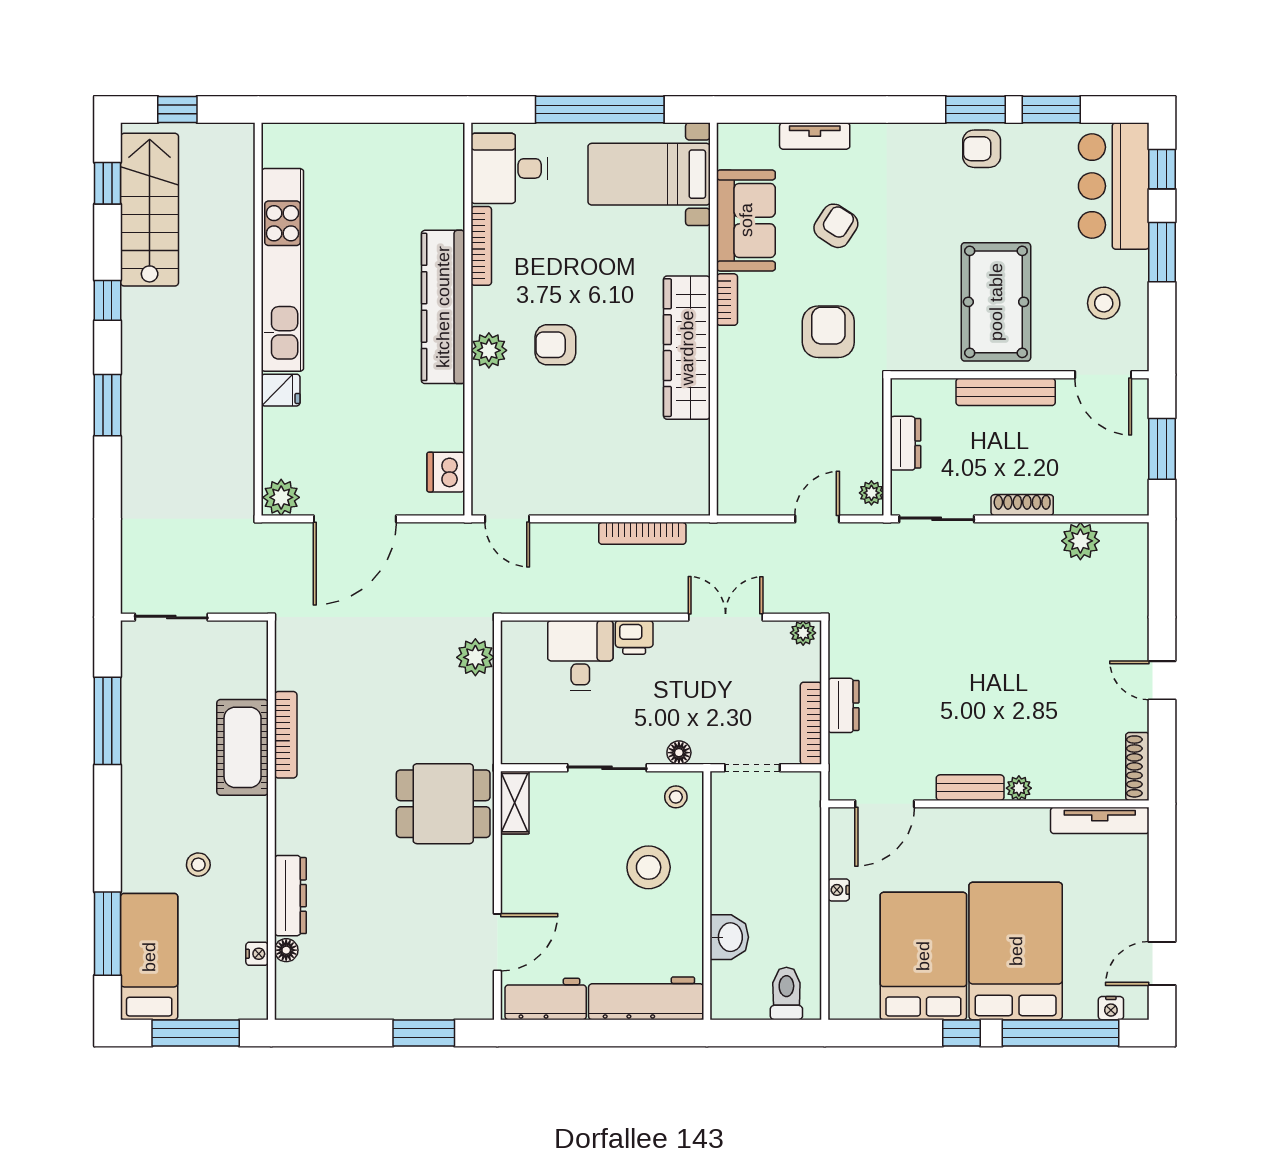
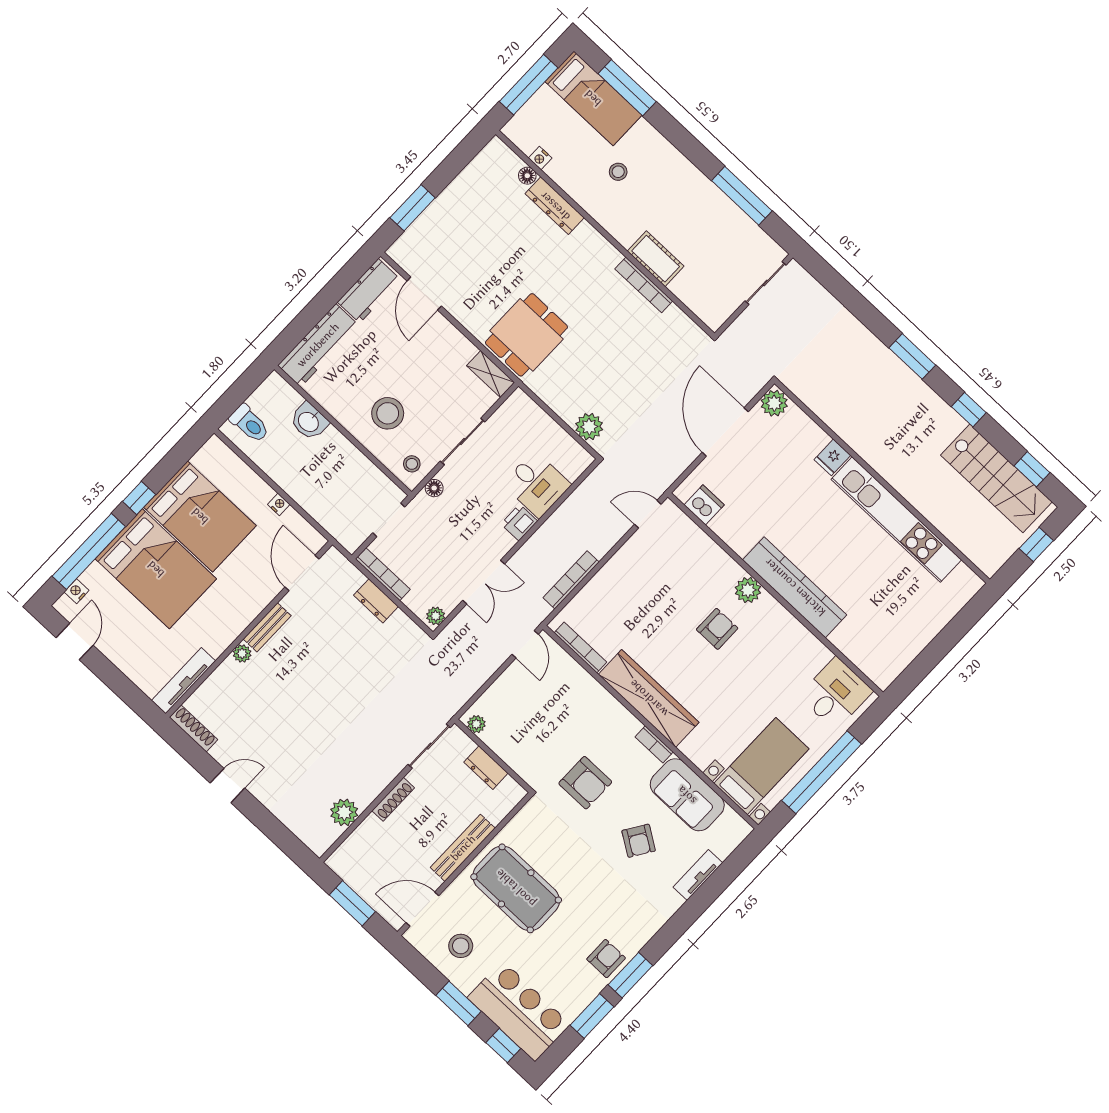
bookcase: (481, 246) -> (580, 647), moved, turned 180
door: (817, 519) -> (525, 644), moved
cot: (243, 747) -> (656, 259), width x0.73, depth x0.75

